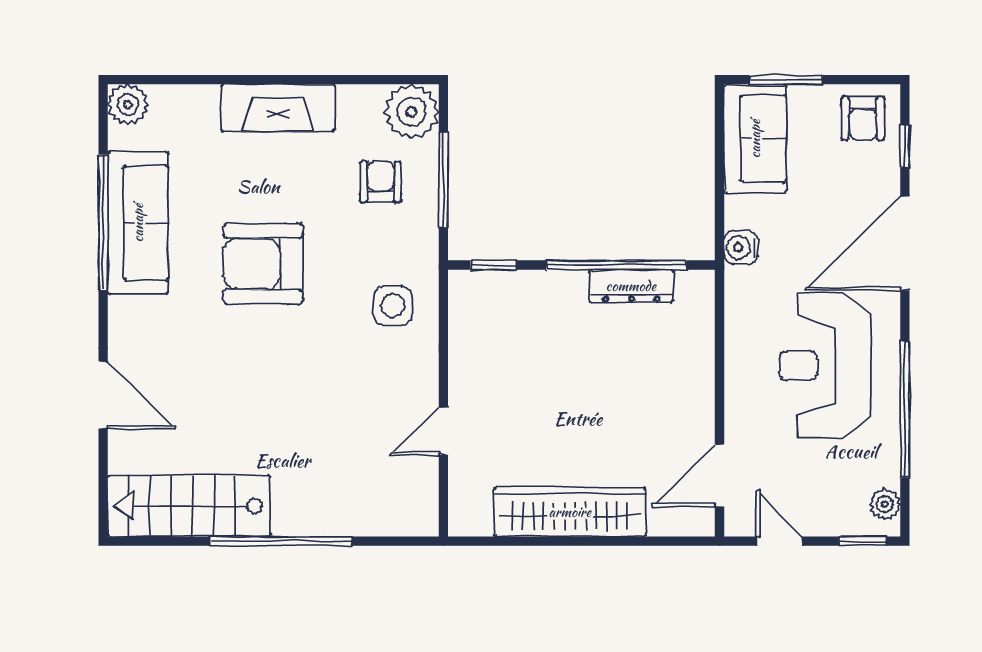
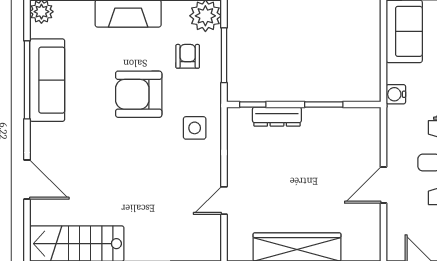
armchair: (263, 264) -> (139, 94), moved
window: (616, 265) -> (324, 104), width x0.47
dresser: (631, 286) -> (277, 117), moved
door: (720, 475) -> (384, 185), moved

